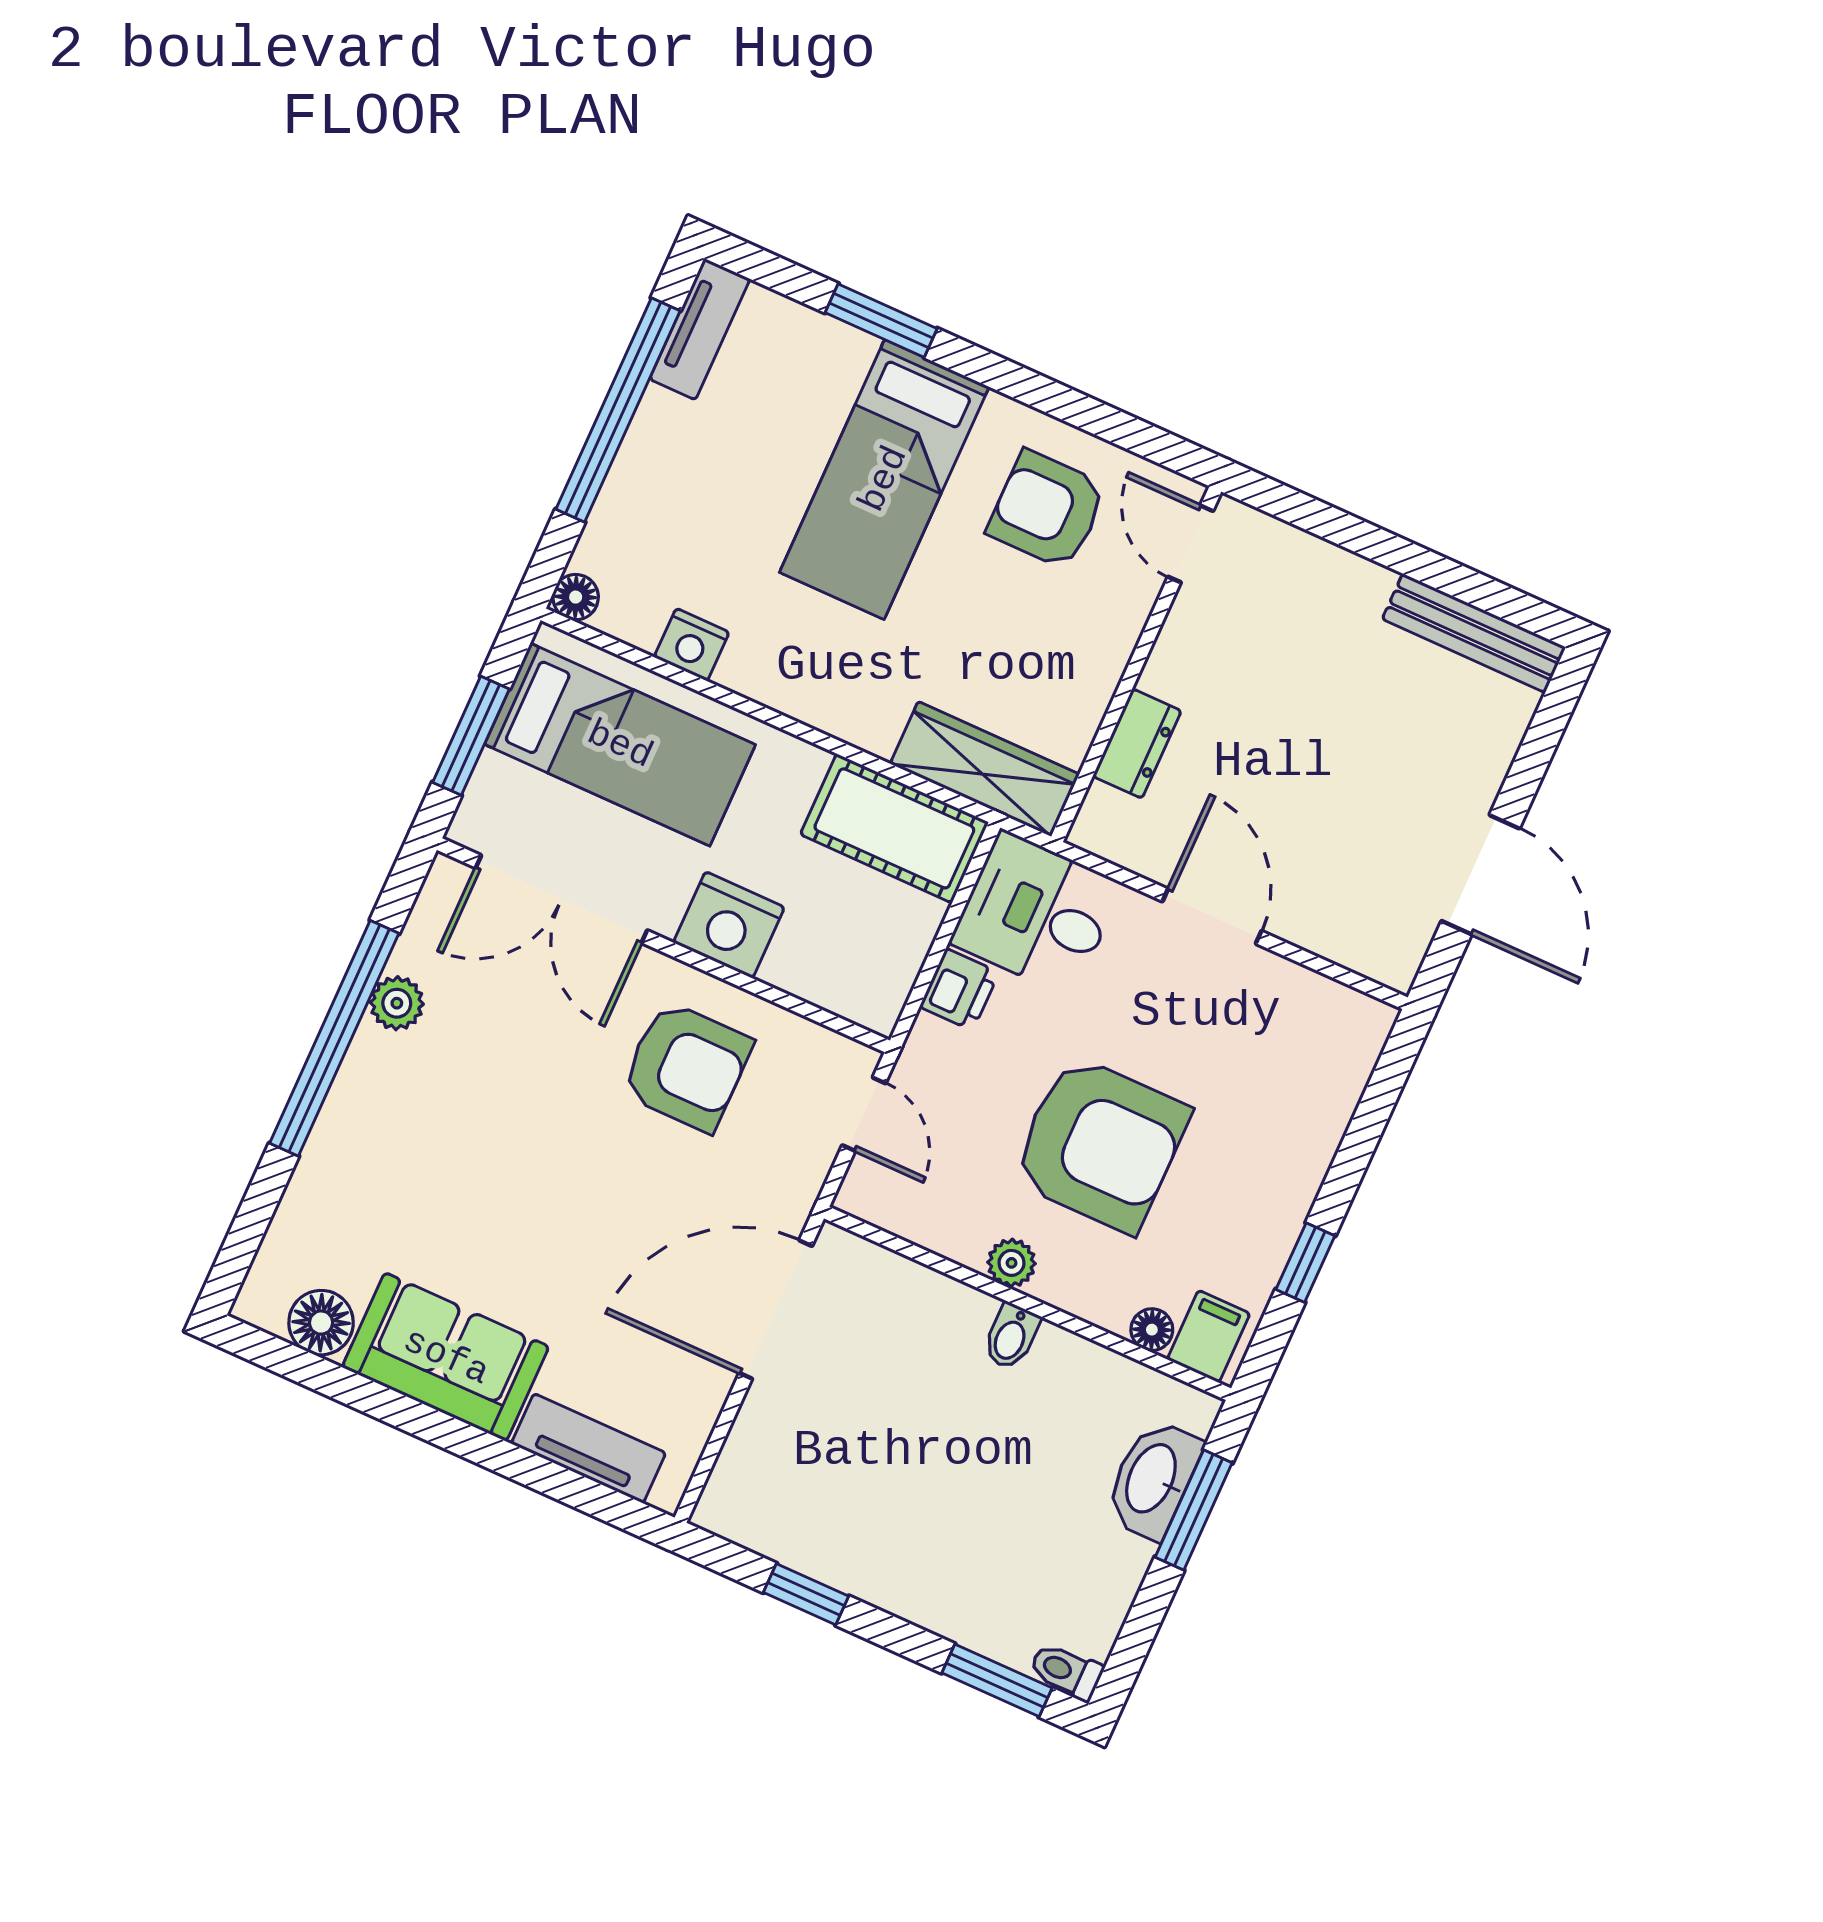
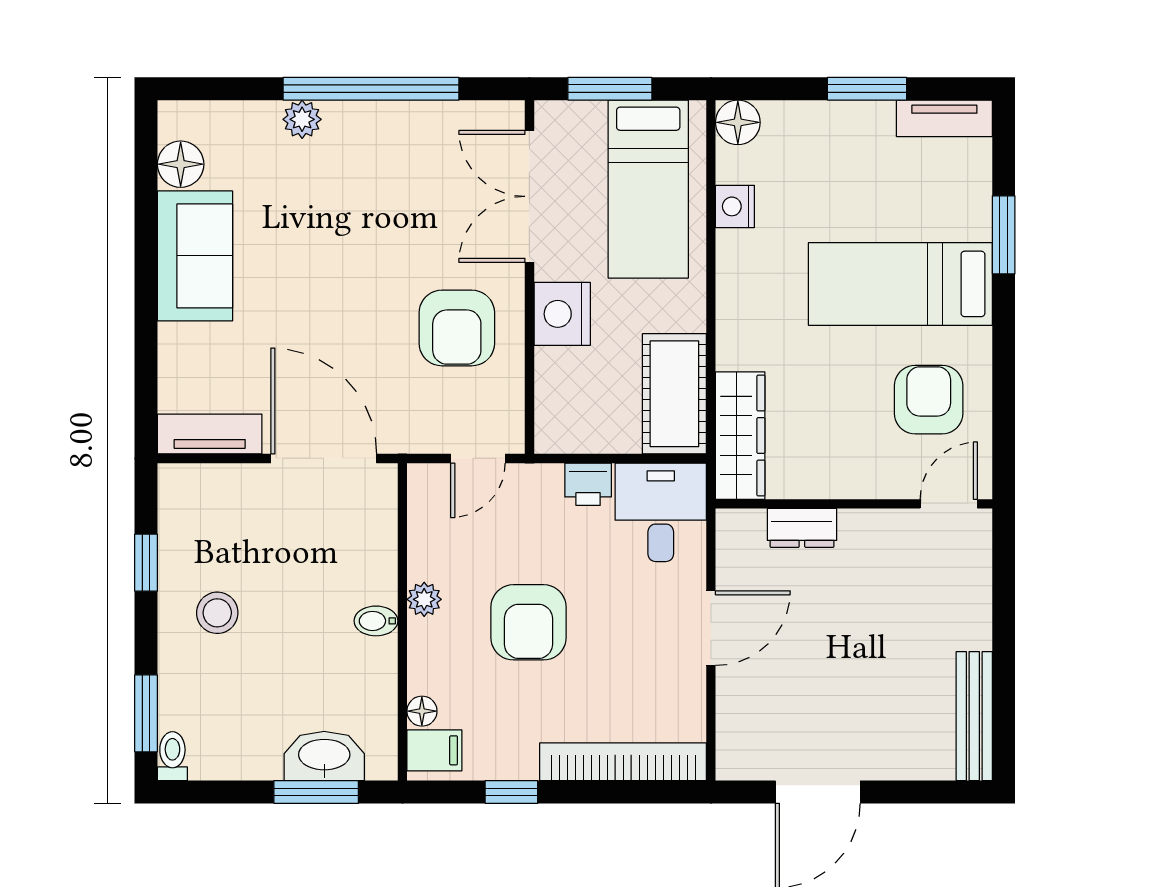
window: (618, 410) -> (867, 89), width x0.47
floor lamp: (576, 597) -> (738, 122), width x1.37, depth x1.37
plant: (397, 1003) -> (302, 119), moved
bookcase: (1331, 1104) -> (623, 762), added
armchair: (1100, 1144) -> (528, 622), width x0.73, depth x0.73
tv unit: (589, 1448) -> (210, 434), moved, turned -90
stool: (910, 1533) -> (217, 613), added

